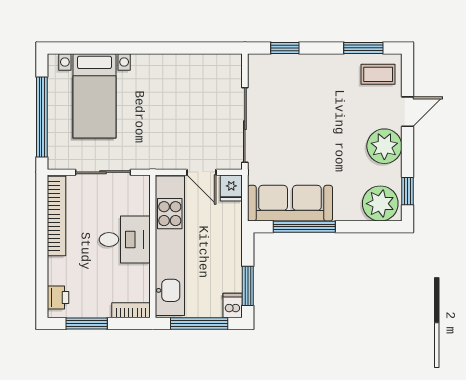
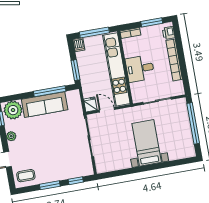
window: (363, 48) -> (50, 185), moved
bed with nightstands: (94, 96) -> (147, 143), moved
plant: (384, 146) -> (11, 136), width x0.53, depth x0.53
sofa: (290, 203) -> (45, 105), moved
bookcase: (57, 216) -> (174, 60), moved
window: (248, 286) -> (75, 70), moved

